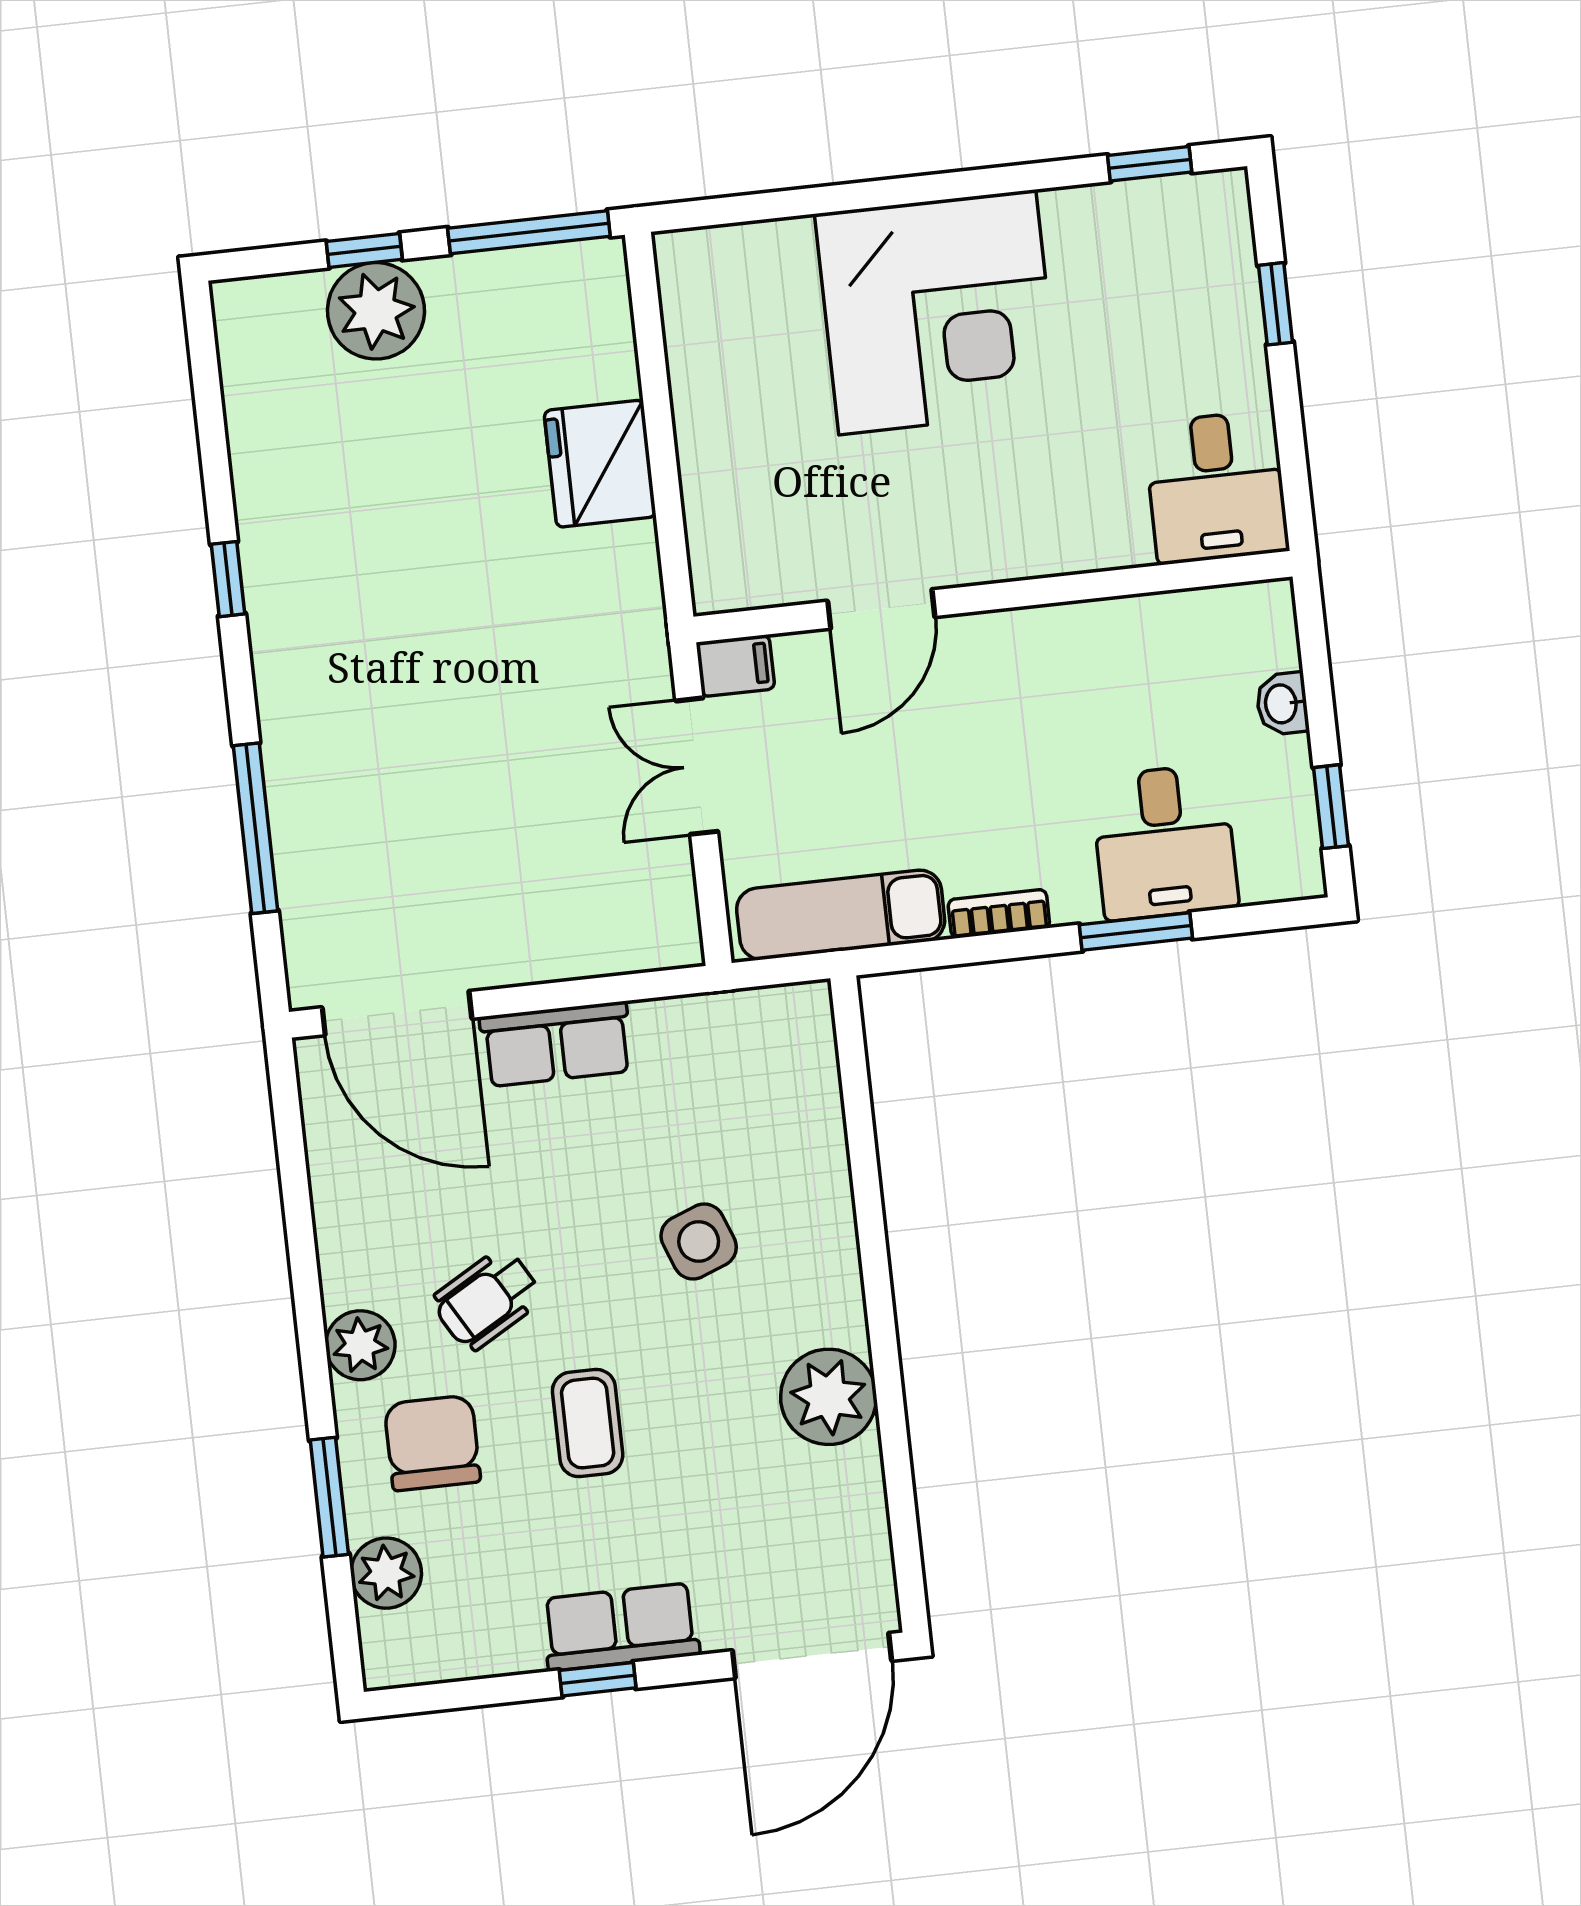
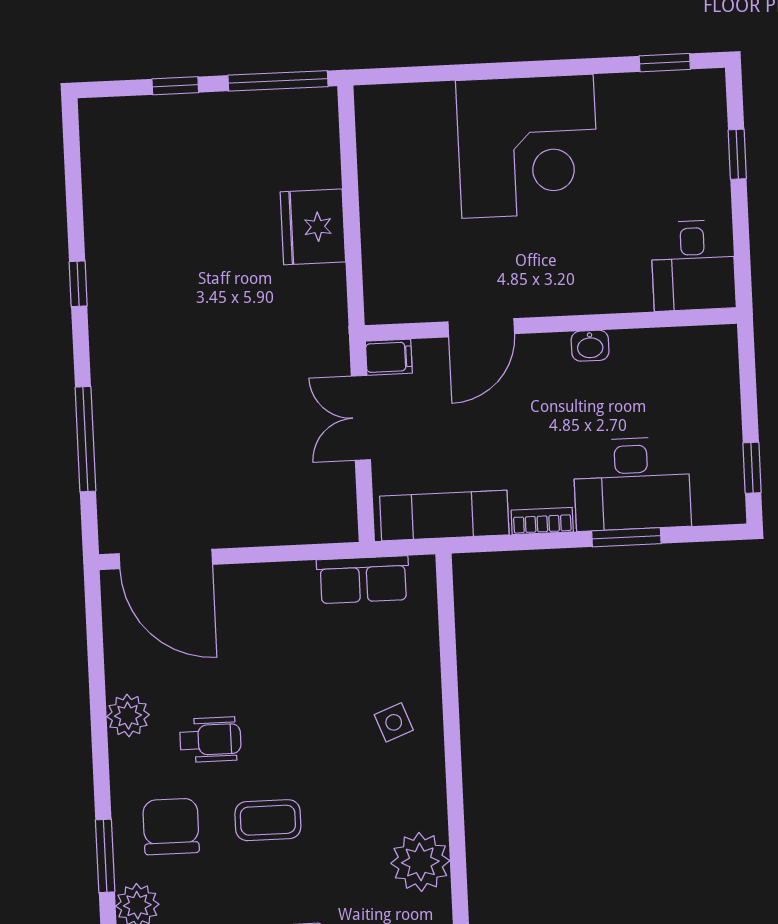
plant: (376, 311) -> (180, 124), removed
washbasin: (1282, 704) -> (590, 346), moved, turned -90
desk: (1164, 842) -> (632, 484), width x1.37
row of seats: (556, 1044) -> (363, 580), moved
side table: (699, 1242) -> (394, 722), moved, width x0.73, depth x0.73
wheelchair: (487, 1299) -> (210, 740), turned -150
plant: (360, 1345) -> (128, 716), moved
plant: (829, 1397) -> (420, 862), moved
coffee table: (588, 1423) -> (268, 820), turned 90

